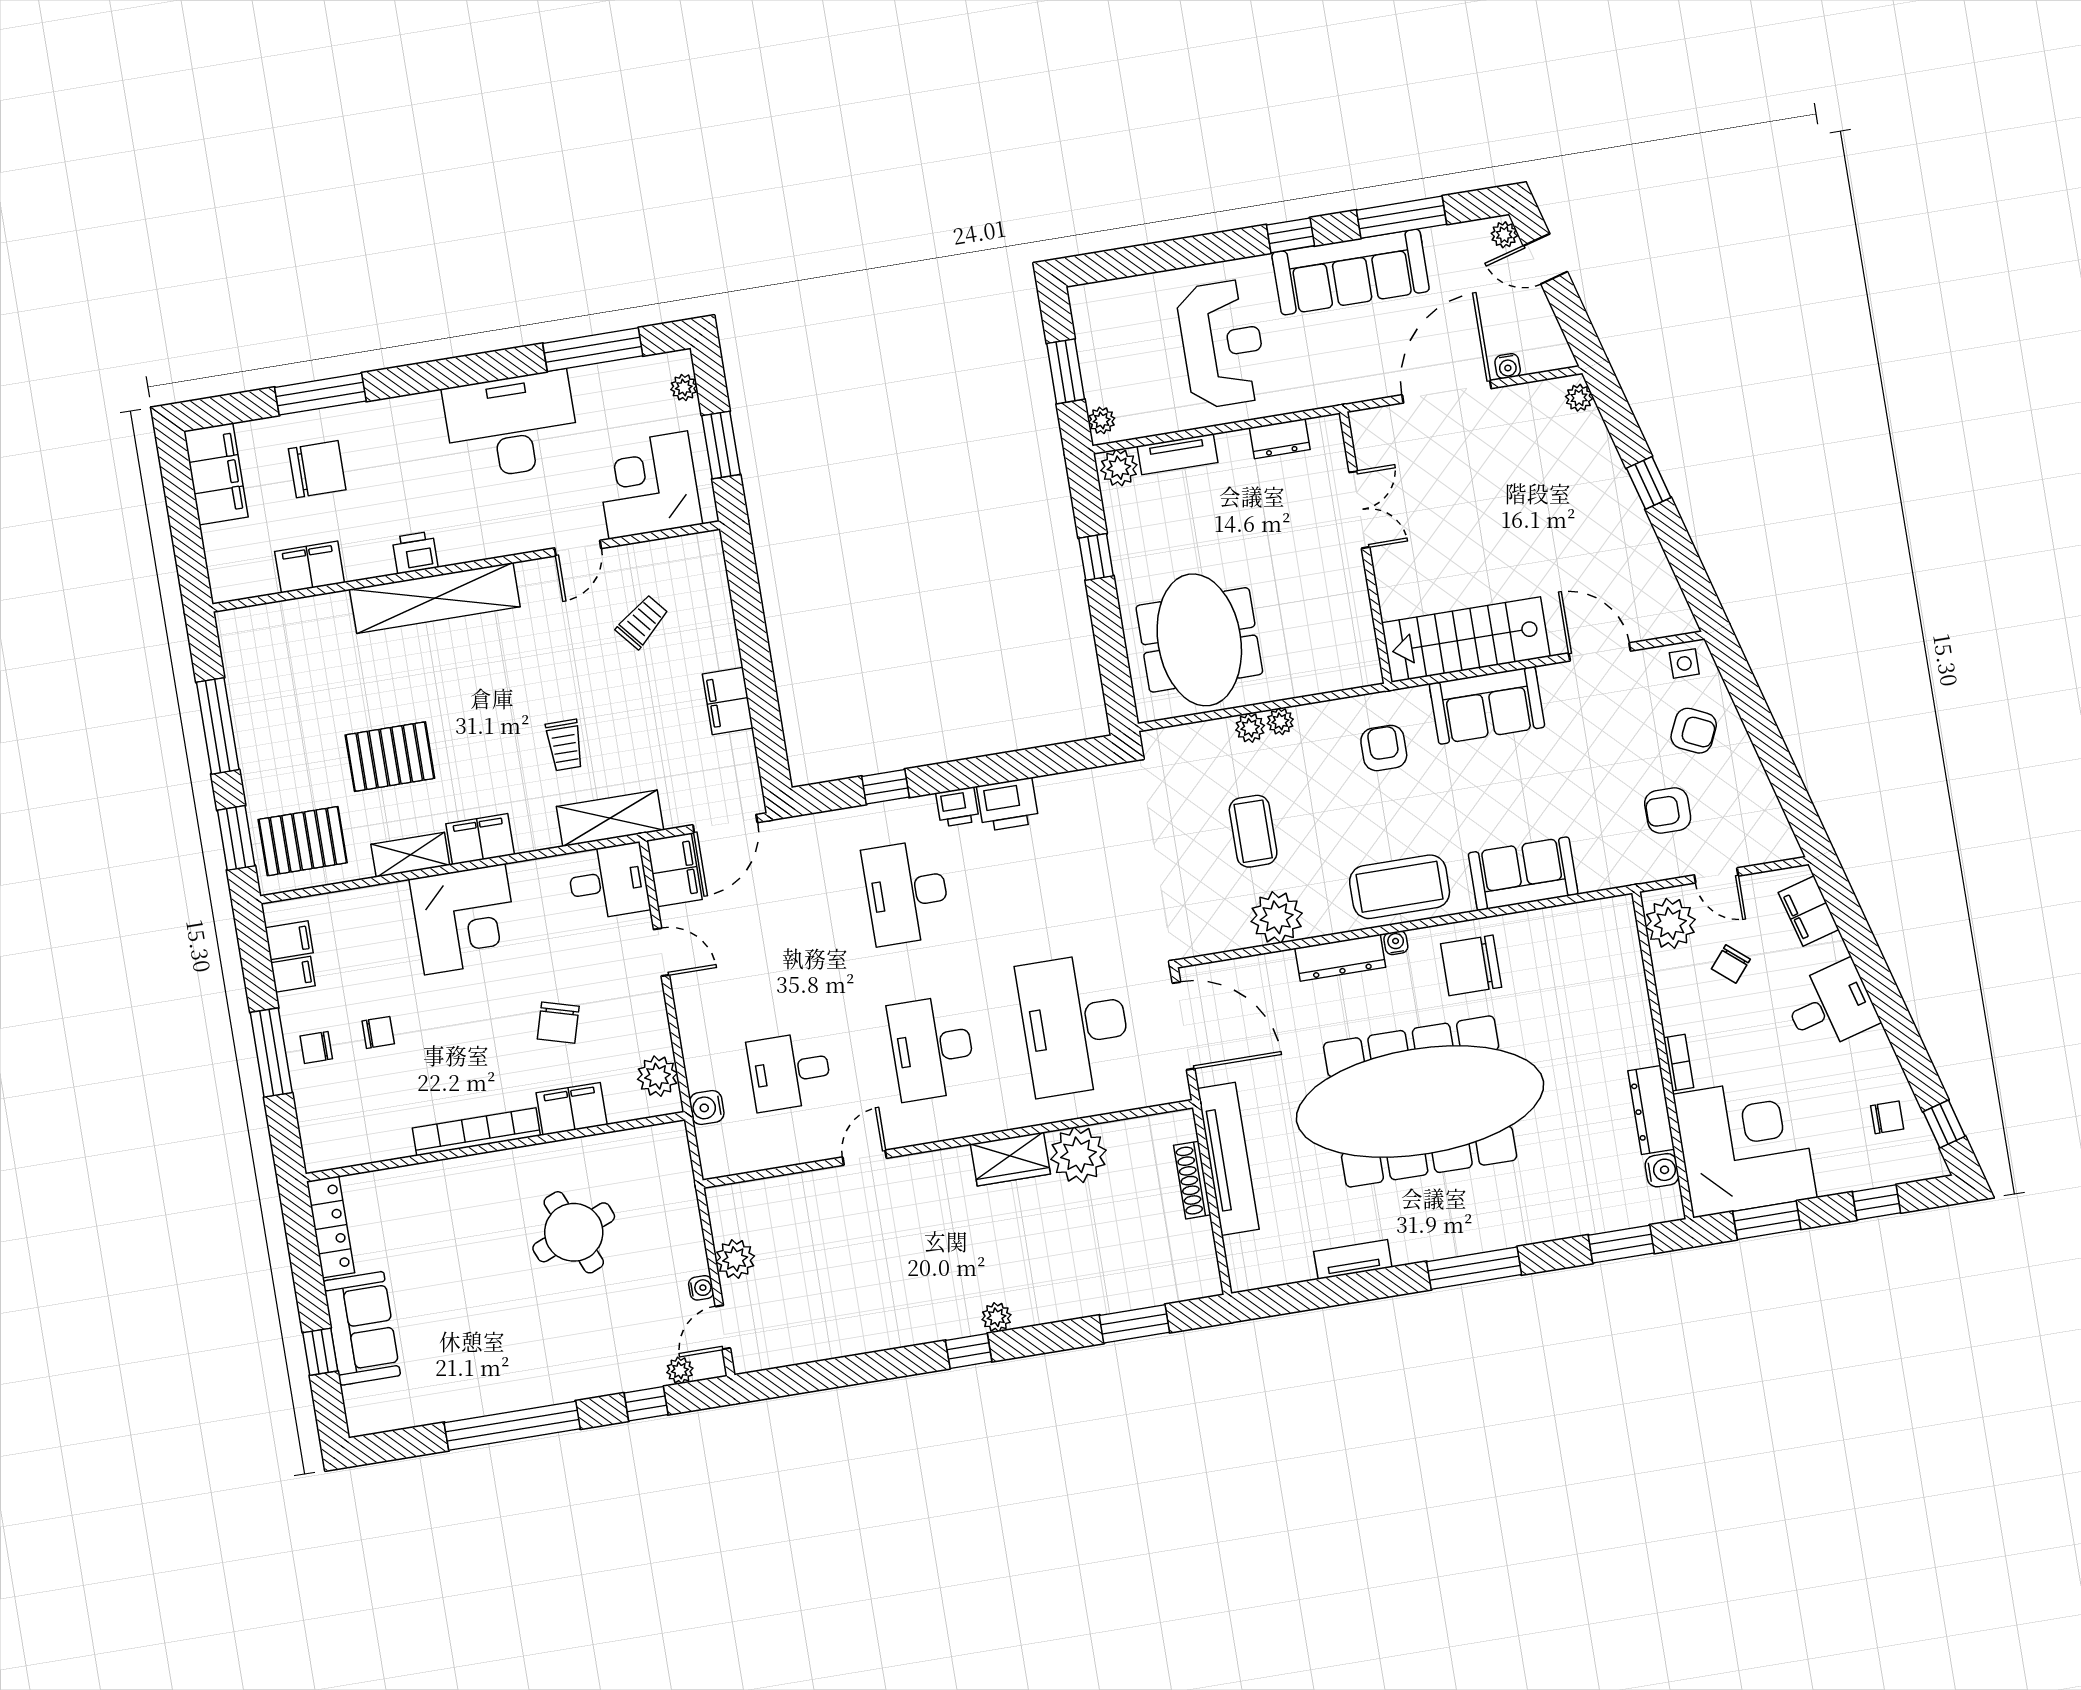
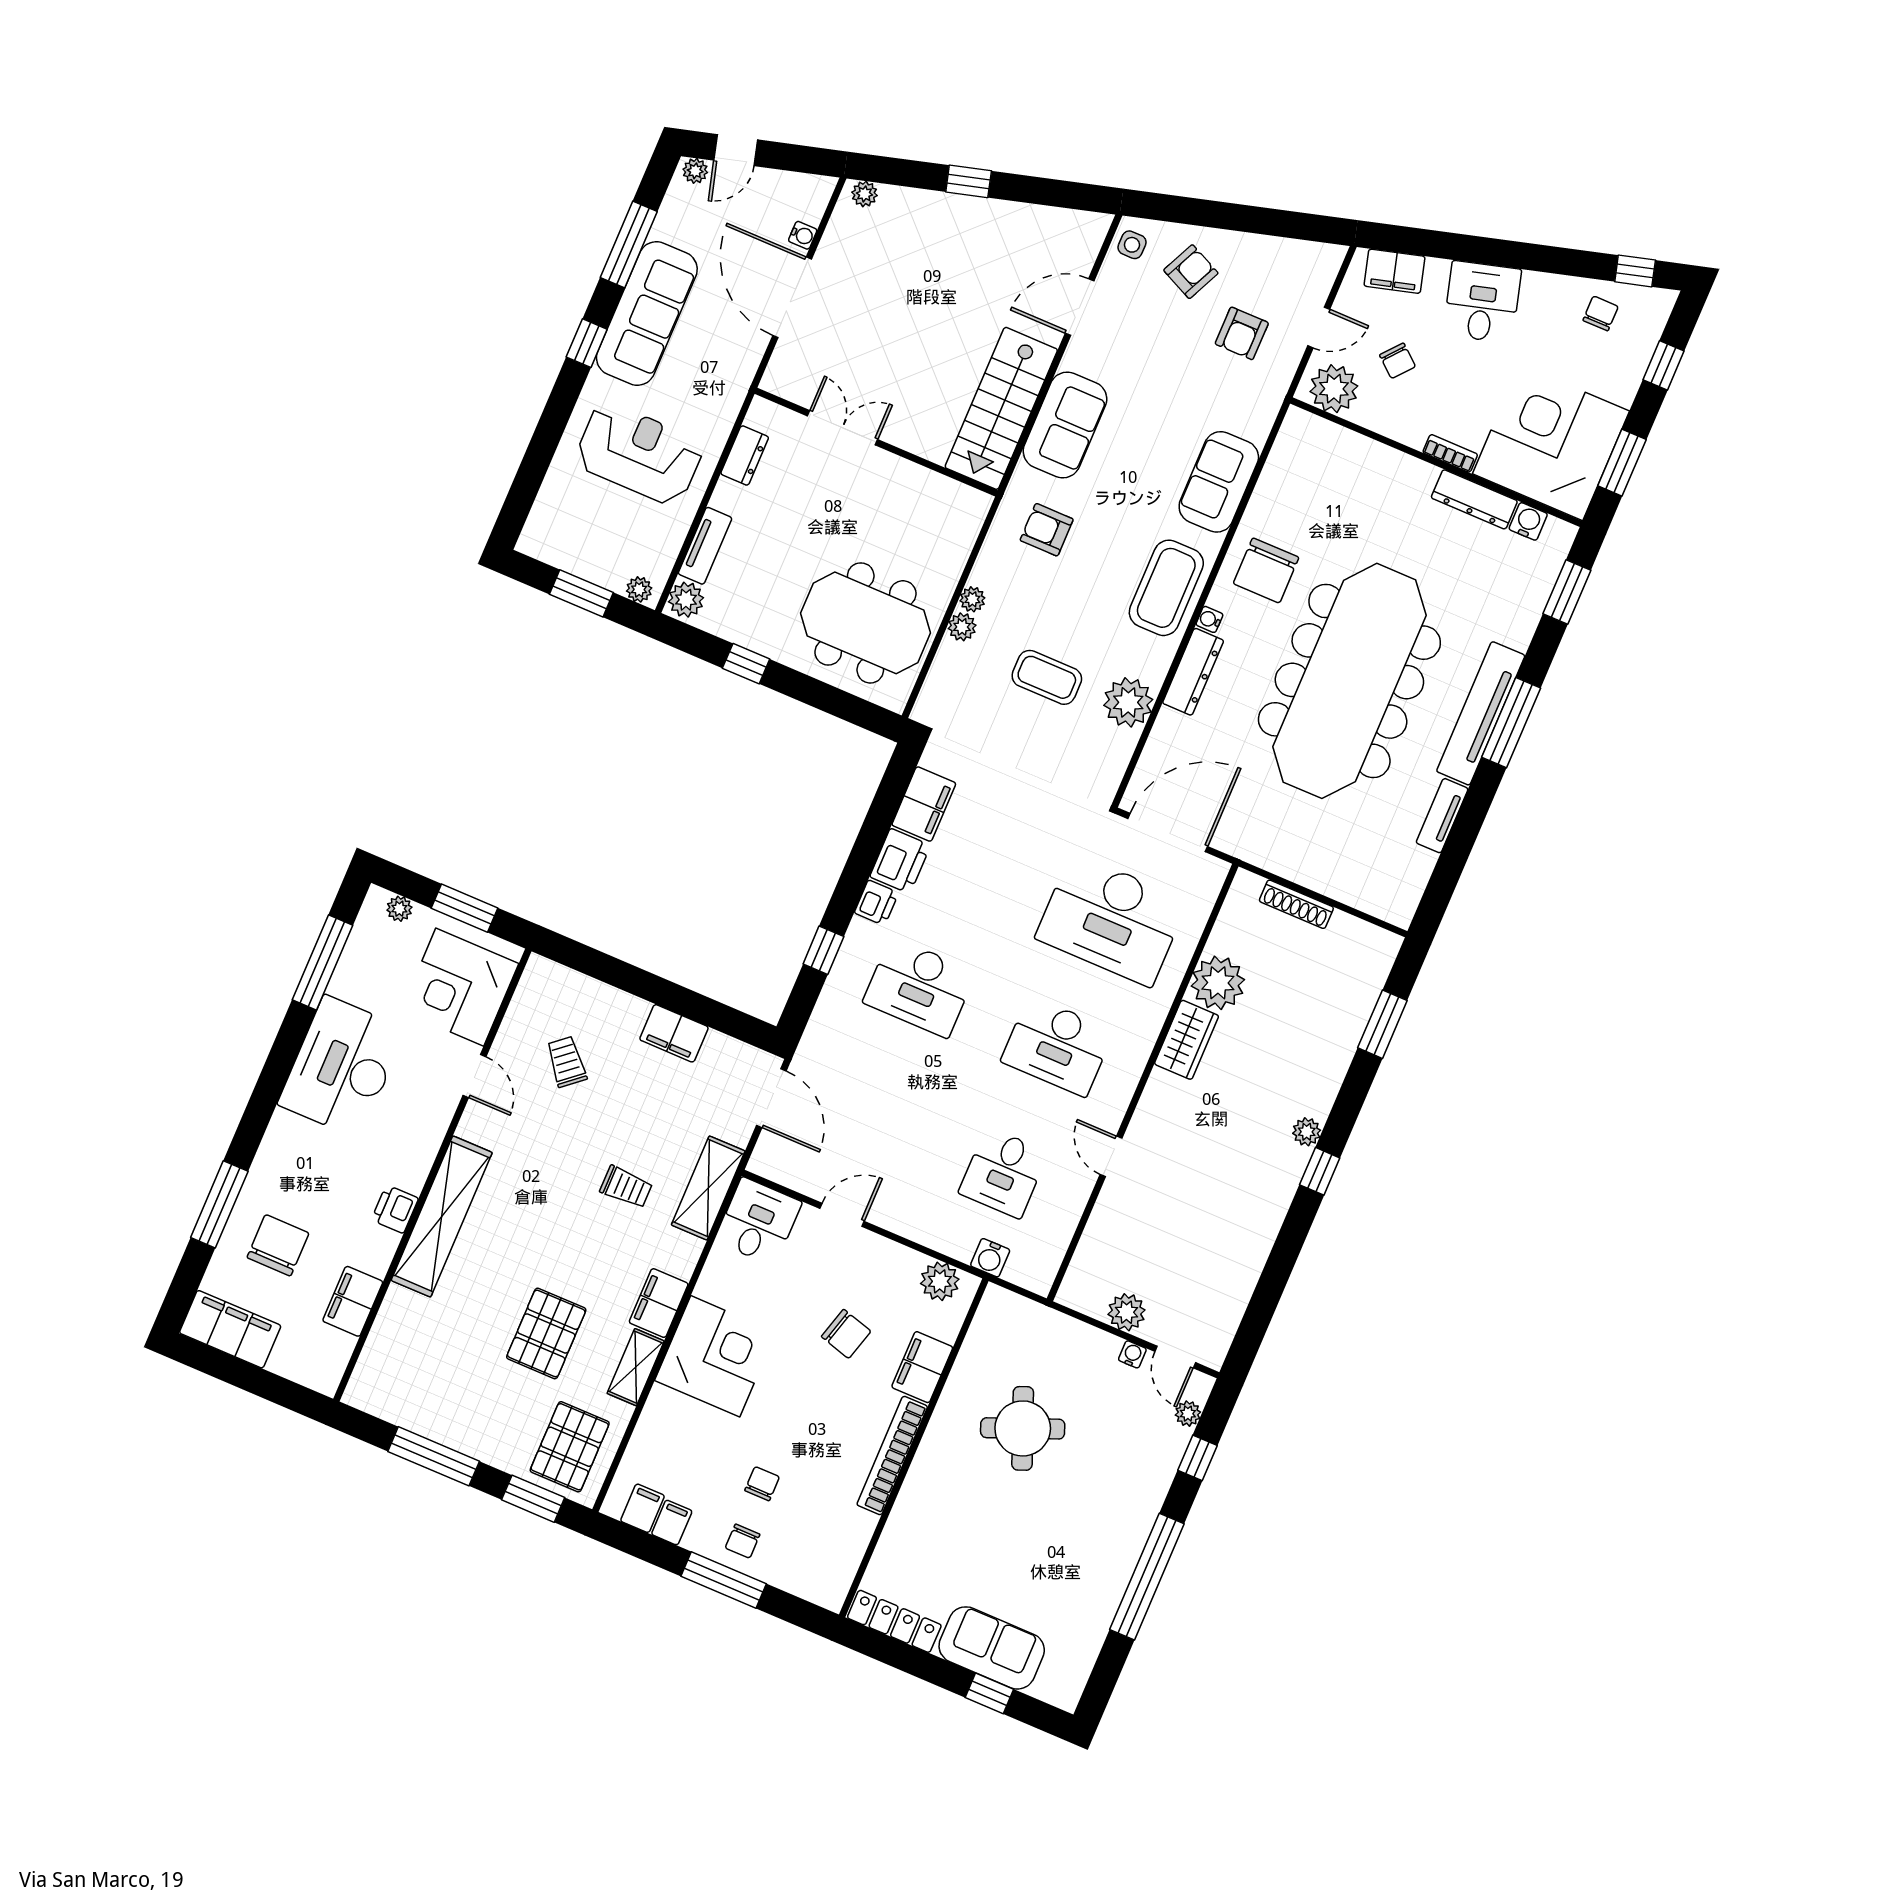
filing cabinet: (674, 870) -> (924, 804), moved, turned 90
tv unit: (1228, 1159) -> (1481, 713), moved, turned -90

